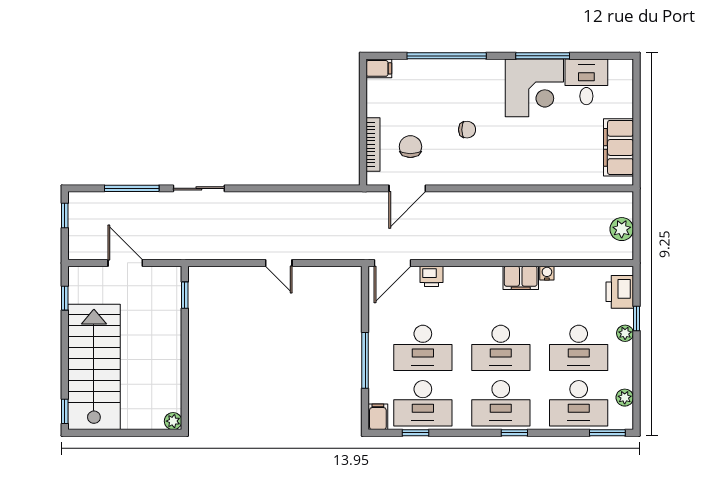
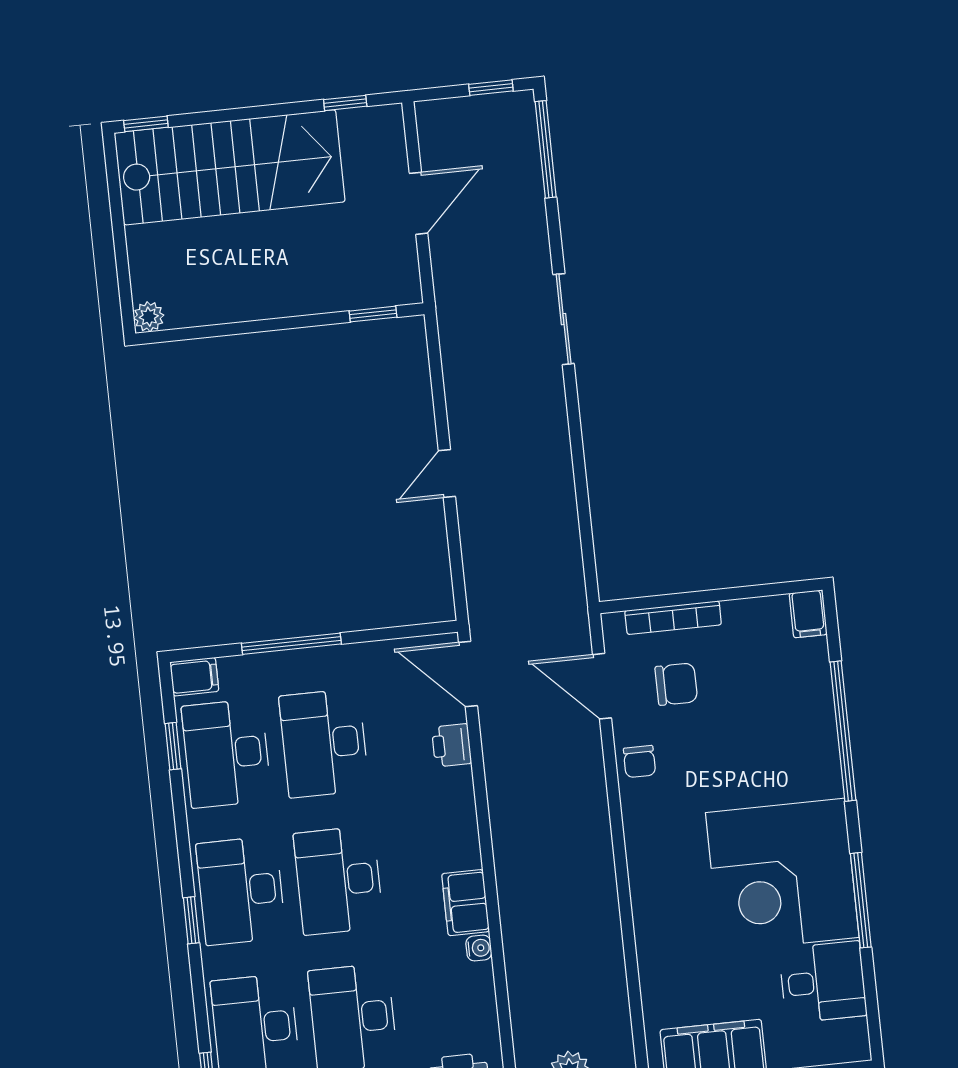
corner desk: (534, 88) -> (782, 875), width x1.36, depth x1.36
chair: (467, 130) -> (639, 761), moved
window: (132, 188) -> (546, 149), moved

